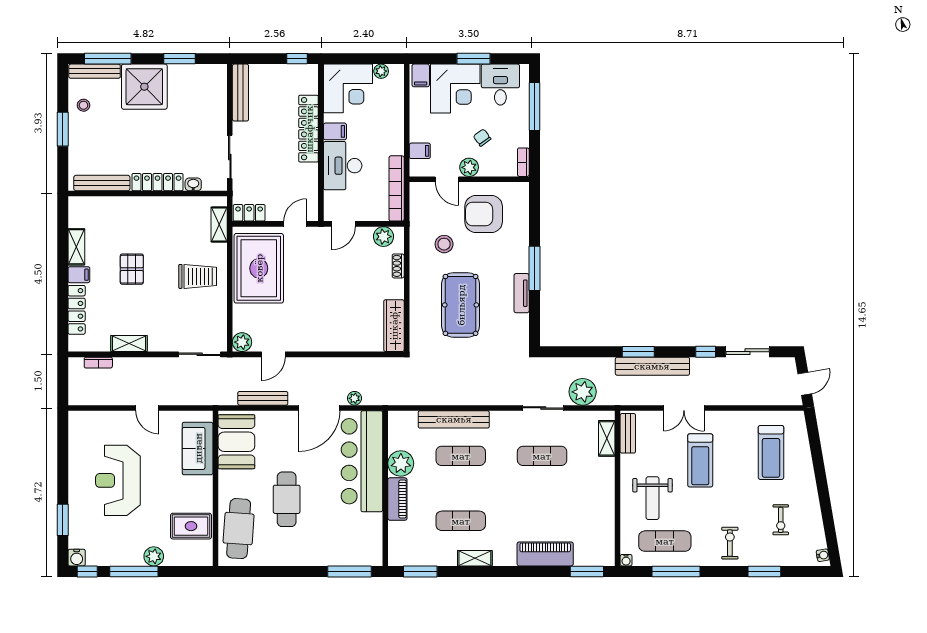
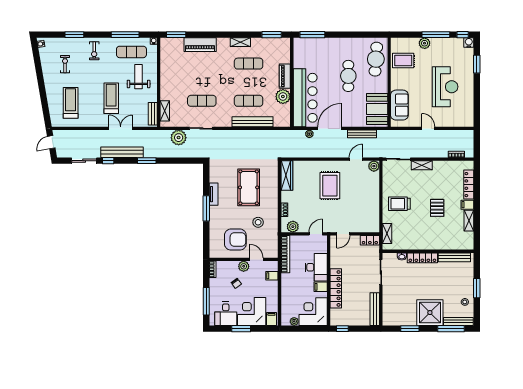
rug: (259, 268) -> (330, 186), moved, width x0.73, depth x0.69
shelving: (129, 344) -> (422, 165), moved
bench: (652, 366) -> (122, 152), moved

